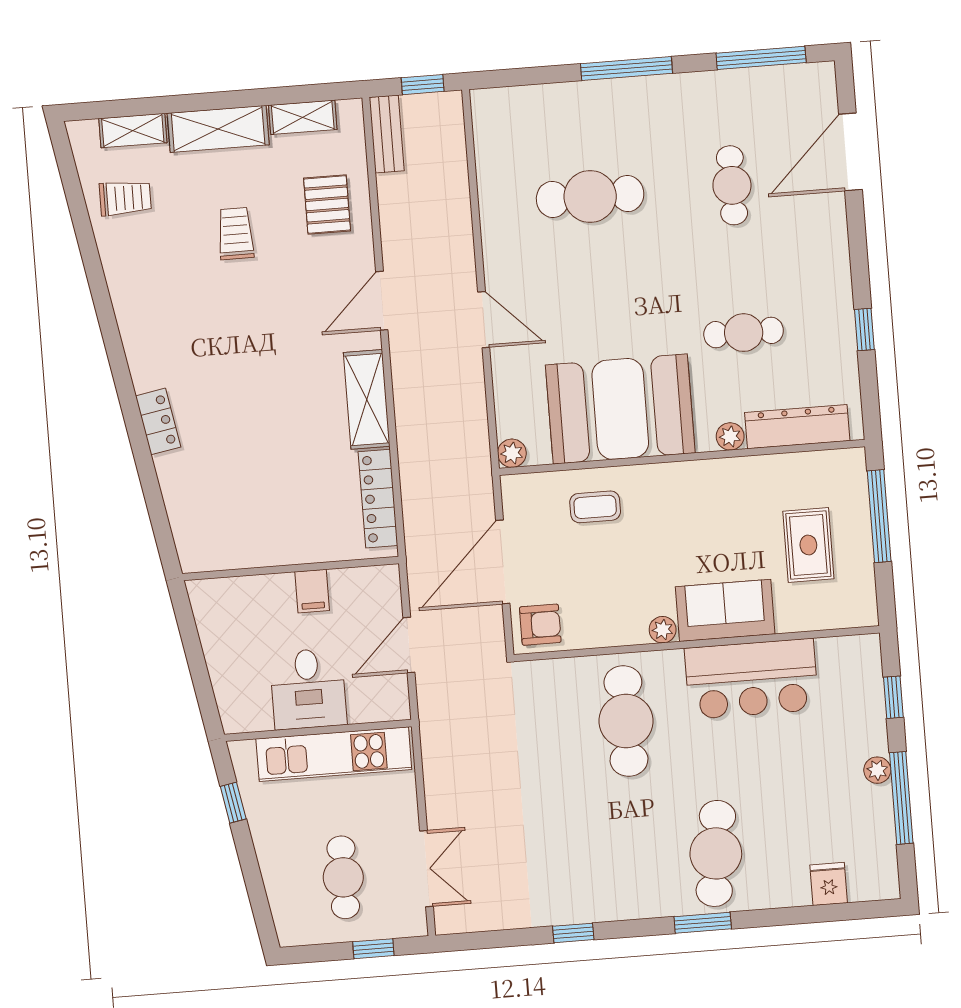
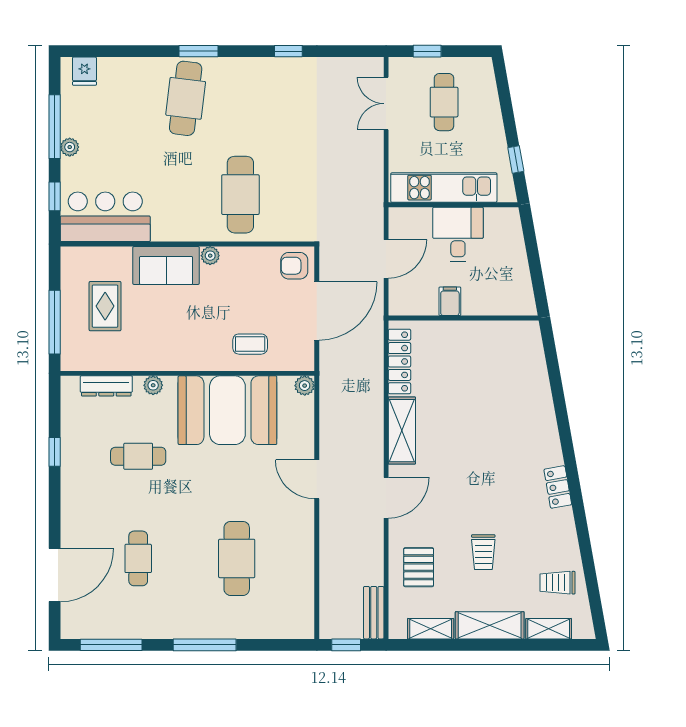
cafe table: (590, 196) -> (237, 558), turned 90
locker: (158, 421) -> (558, 487), moved
dresser: (797, 427) -> (106, 386), width x0.73, depth x0.80
bar counter: (751, 679) -> (105, 217), moved
fridge: (829, 884) -> (84, 71), moved

